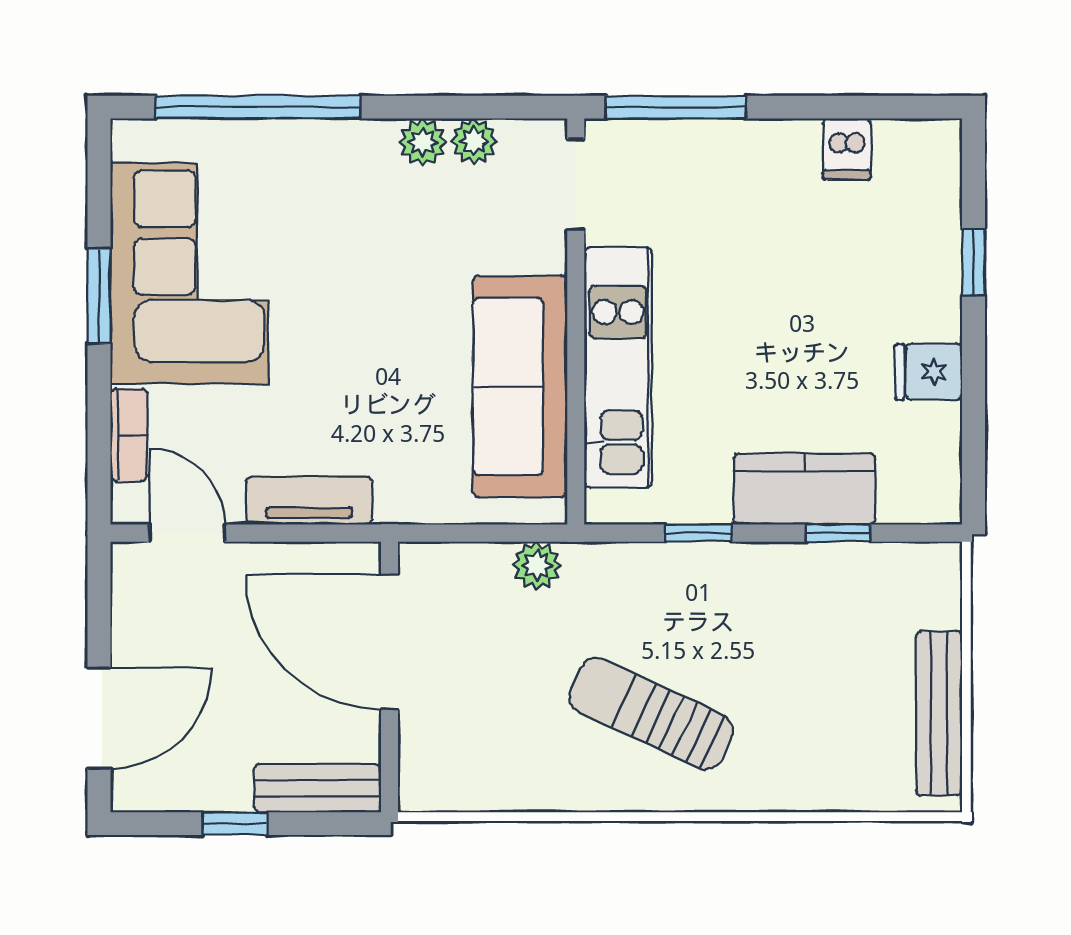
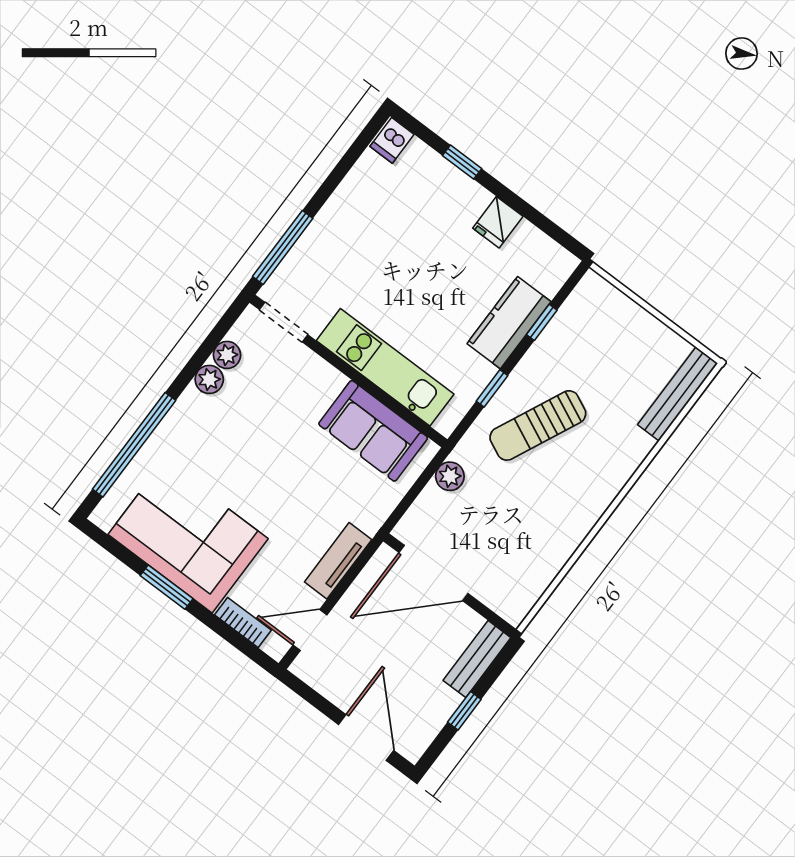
dishwasher: (847, 149) -> (392, 140), moved, turned 90
sofa: (520, 386) -> (373, 431), width x0.73
bench: (939, 713) -> (678, 394), moved, turned 90
sun lounger: (651, 714) -> (538, 425), moved

